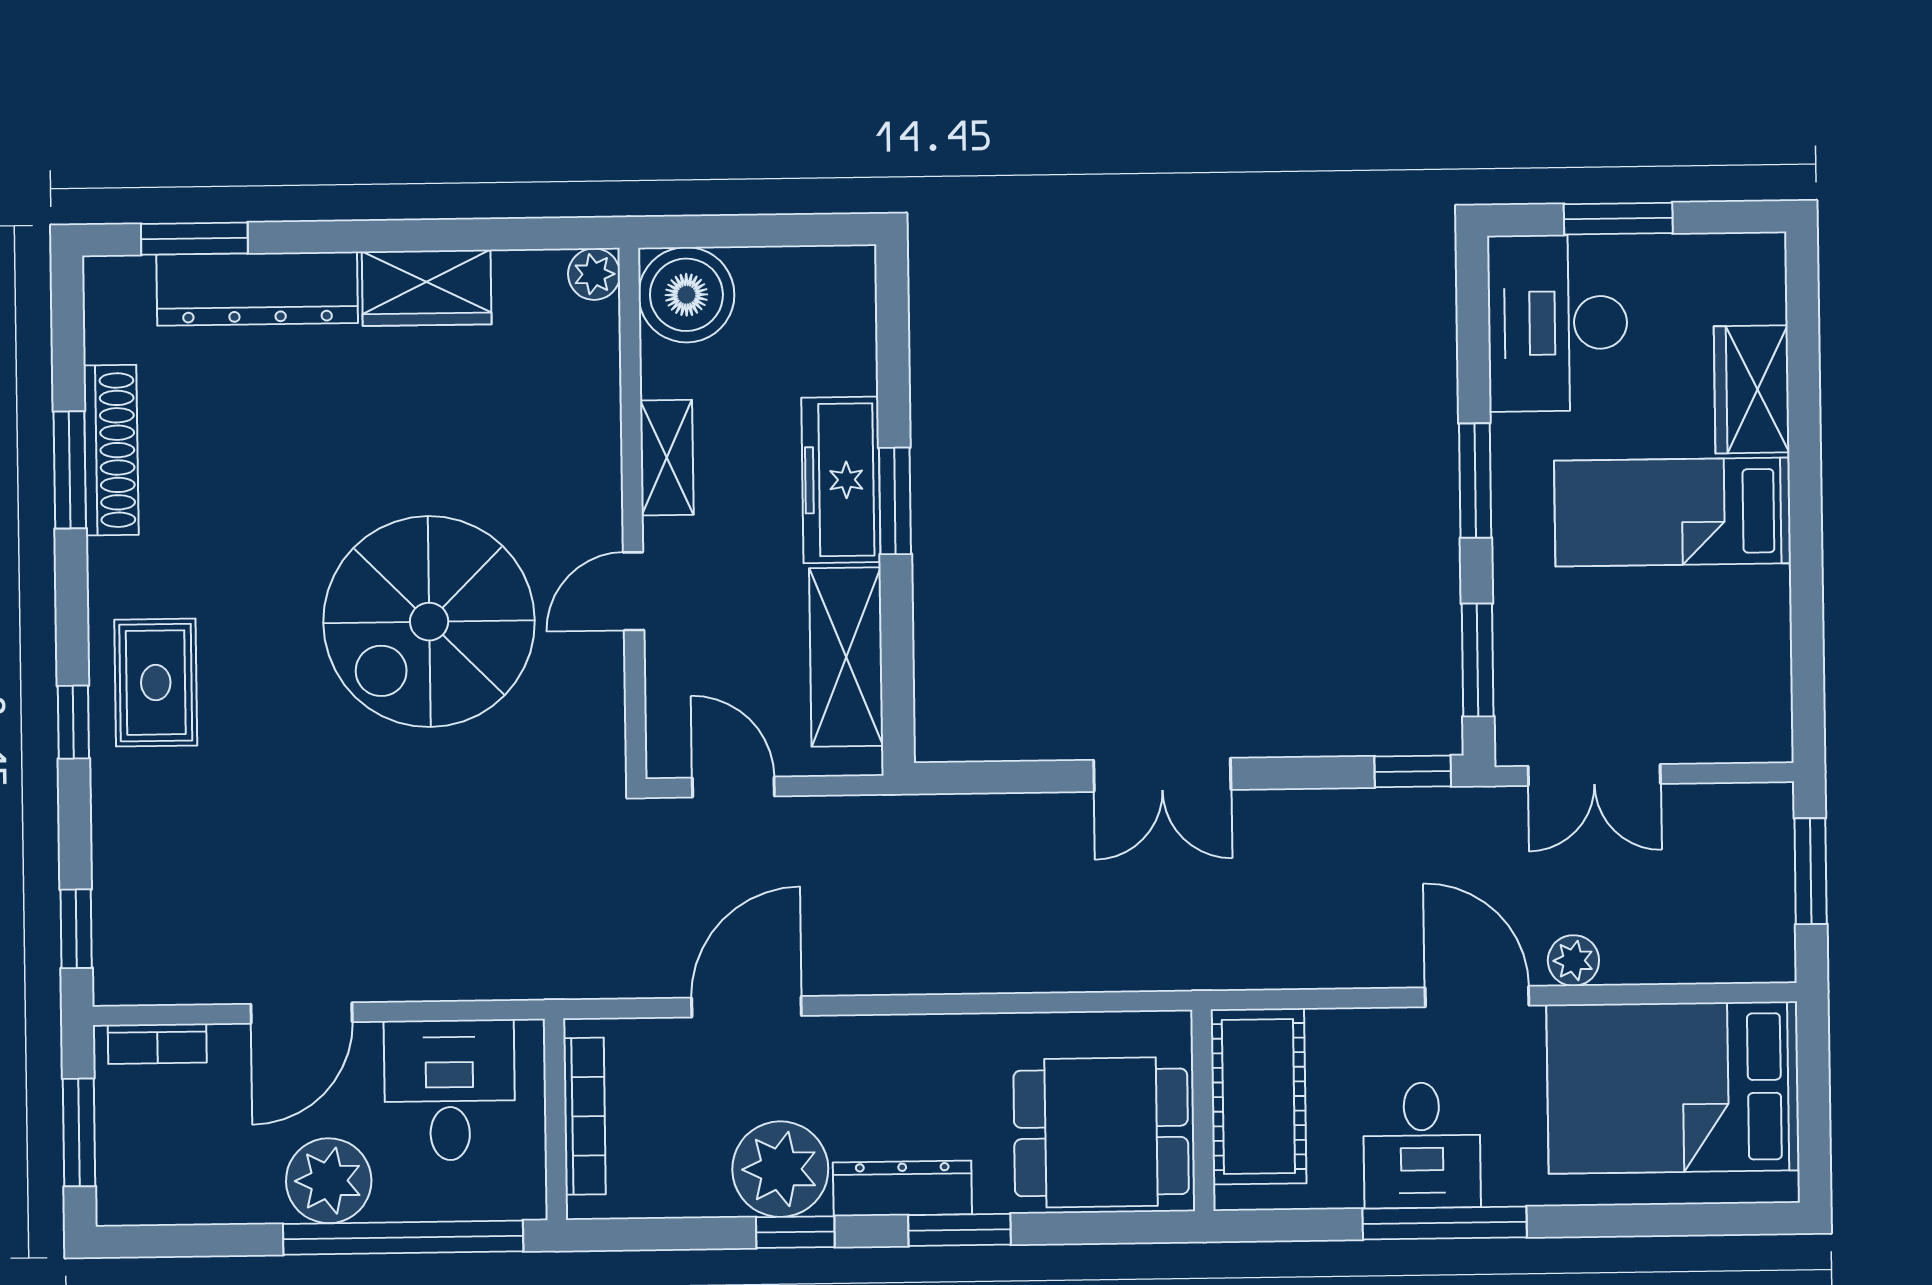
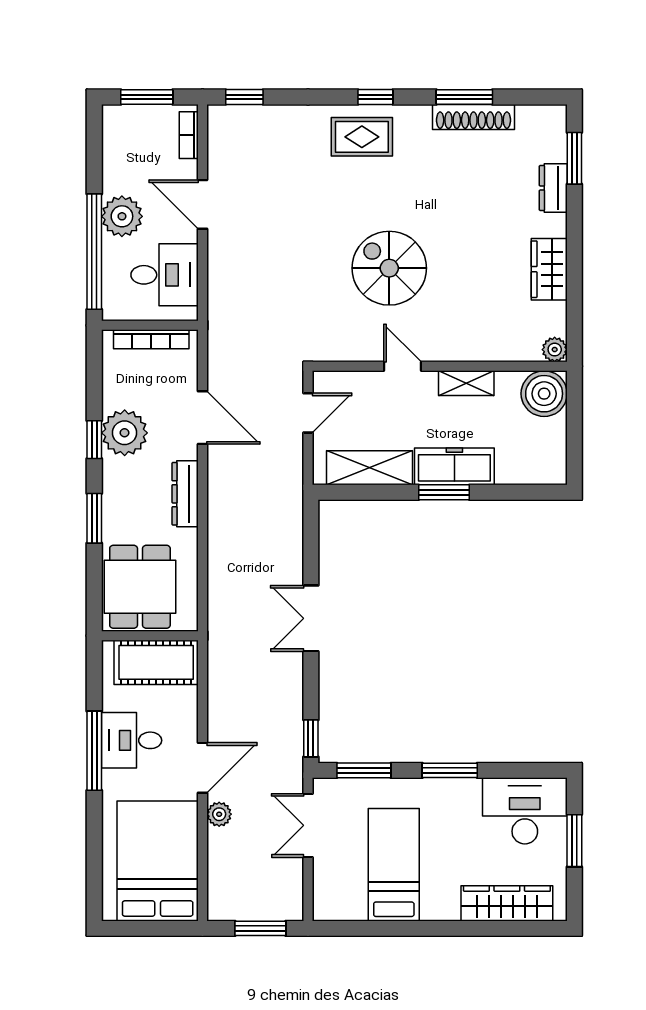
dresser: (257, 289) -> (553, 188), width x0.51, depth x0.80
wardrobe: (1752, 389) -> (507, 903), width x1.50
bed: (1673, 512) -> (394, 865), moved
spiral stairs: (429, 622) -> (389, 268), width x0.73, depth x0.73
window: (73, 722) -> (375, 97), moved
dresser: (902, 1188) -> (185, 494), moved, turned 180

